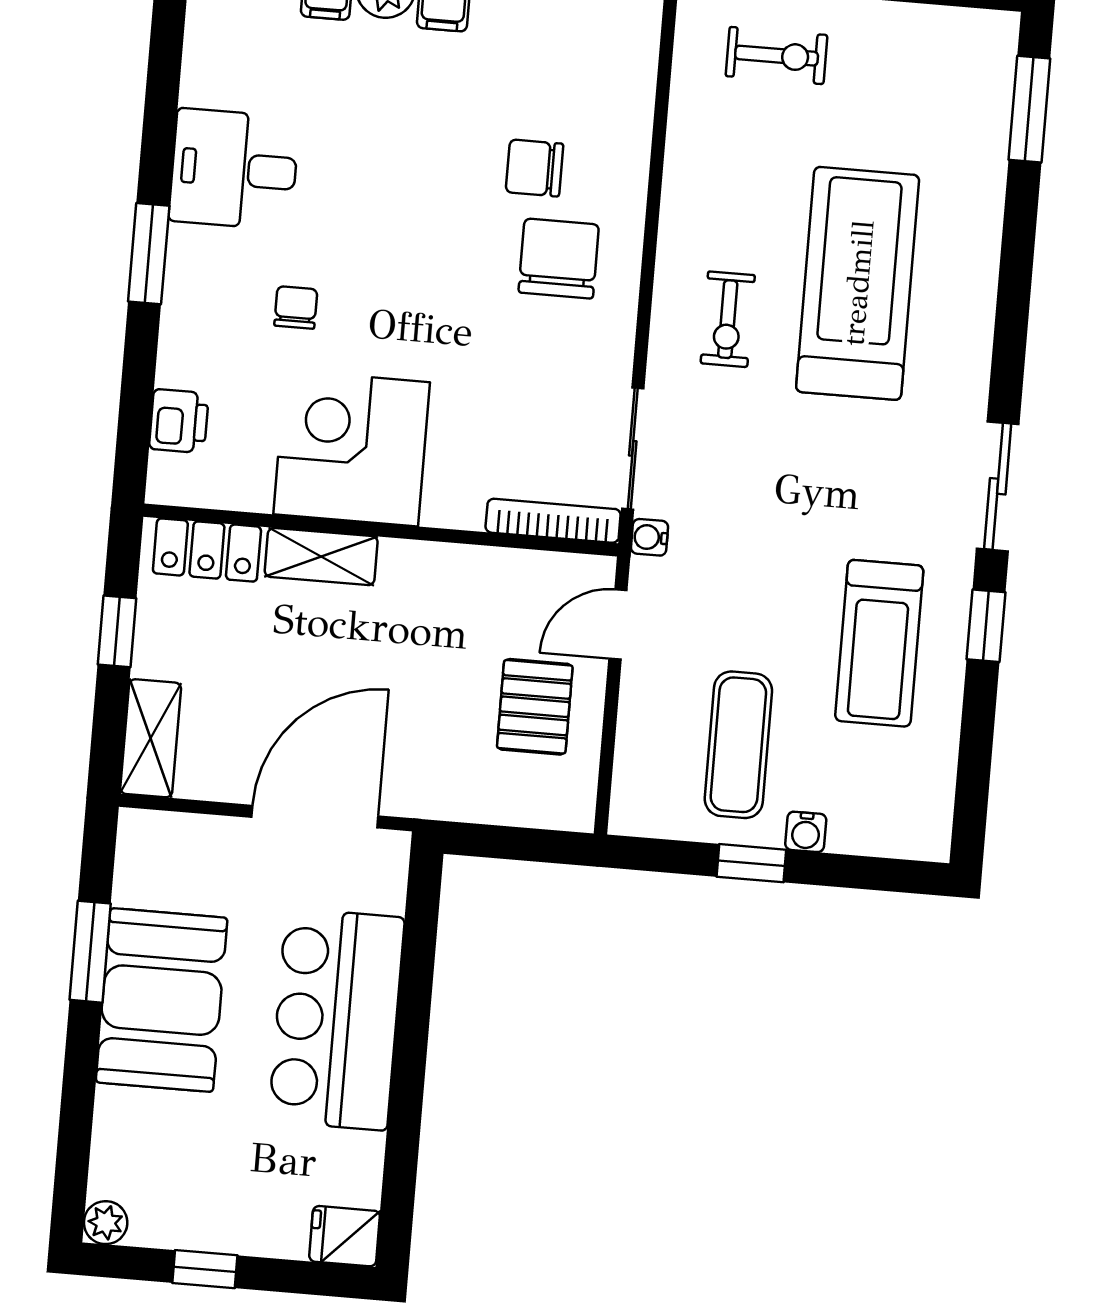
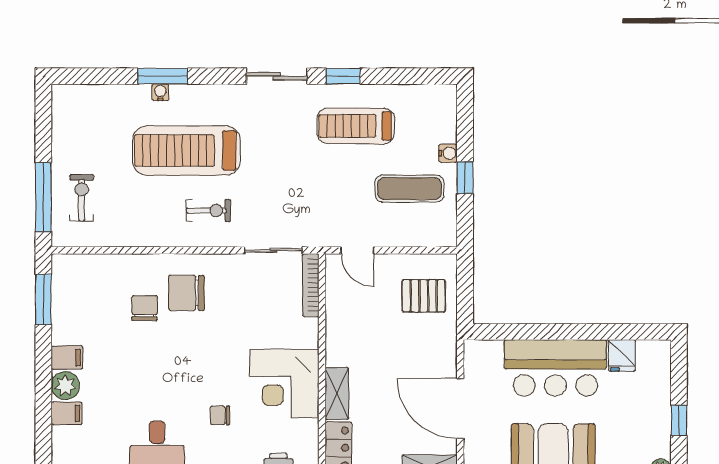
window: (1029, 109) -> (163, 76), moved
chair: (534, 168) -> (144, 308), turned 180
water cooler: (650, 537) -> (160, 92), moved, turned 180
treadmill: (879, 643) -> (356, 126), turned 180
pallet: (535, 707) -> (424, 296), moved
door: (315, 817) -> (460, 409), moved
fridge: (345, 1236) -> (622, 355), moved

